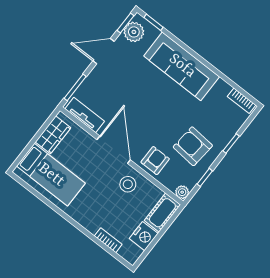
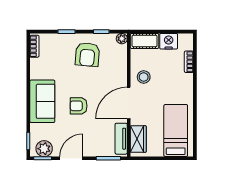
door: (104, 51) -> (71, 158), swing flipped
sofa: (182, 66) -> (42, 101), width x0.73
wardrobe: (53, 135) -> (138, 139), moved, turned 90
armchair: (155, 161) -> (79, 106), moved

